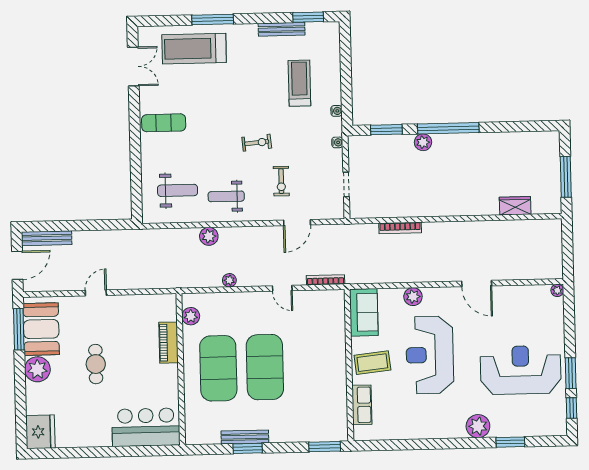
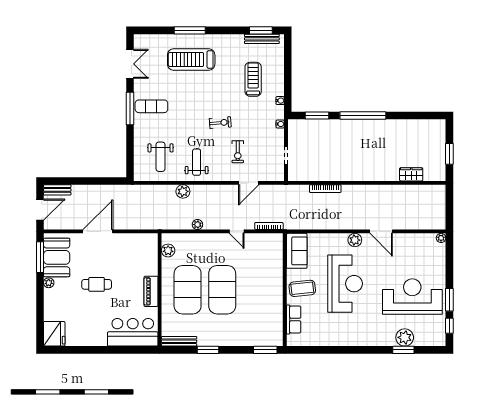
bench: (282, 29) -> (262, 39), moved
treadmill: (194, 49) -> (191, 59), moved
window: (135, 126) -> (130, 108), added
plant: (423, 142) -> (344, 125), removed
window: (566, 177) -> (449, 154), width x0.69
weight bench: (178, 190) -> (161, 157), turned 90
weight bench: (226, 196) -> (197, 162), turned 90
bench: (47, 238) -> (57, 190), width x0.73
door: (96, 293) -> (98, 231), width x1.87
plant: (413, 297) -> (355, 240), moved
piano: (168, 343) -> (151, 291), moved
reception desk: (430, 355) -> (345, 284), turned 180
cafe table: (96, 364) -> (97, 284), turned 90
plant: (37, 369) -> (49, 283), width x0.53, depth x0.53
plant: (478, 426) -> (405, 337), moved
bench: (245, 437) -> (179, 341), moved

